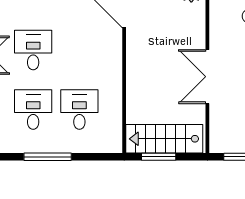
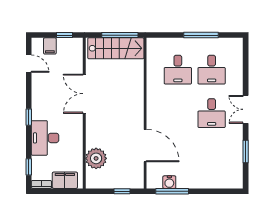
double door: (207, 77) -> (84, 94), swing flipped
window: (159, 157) -> (120, 35), width x1.44

